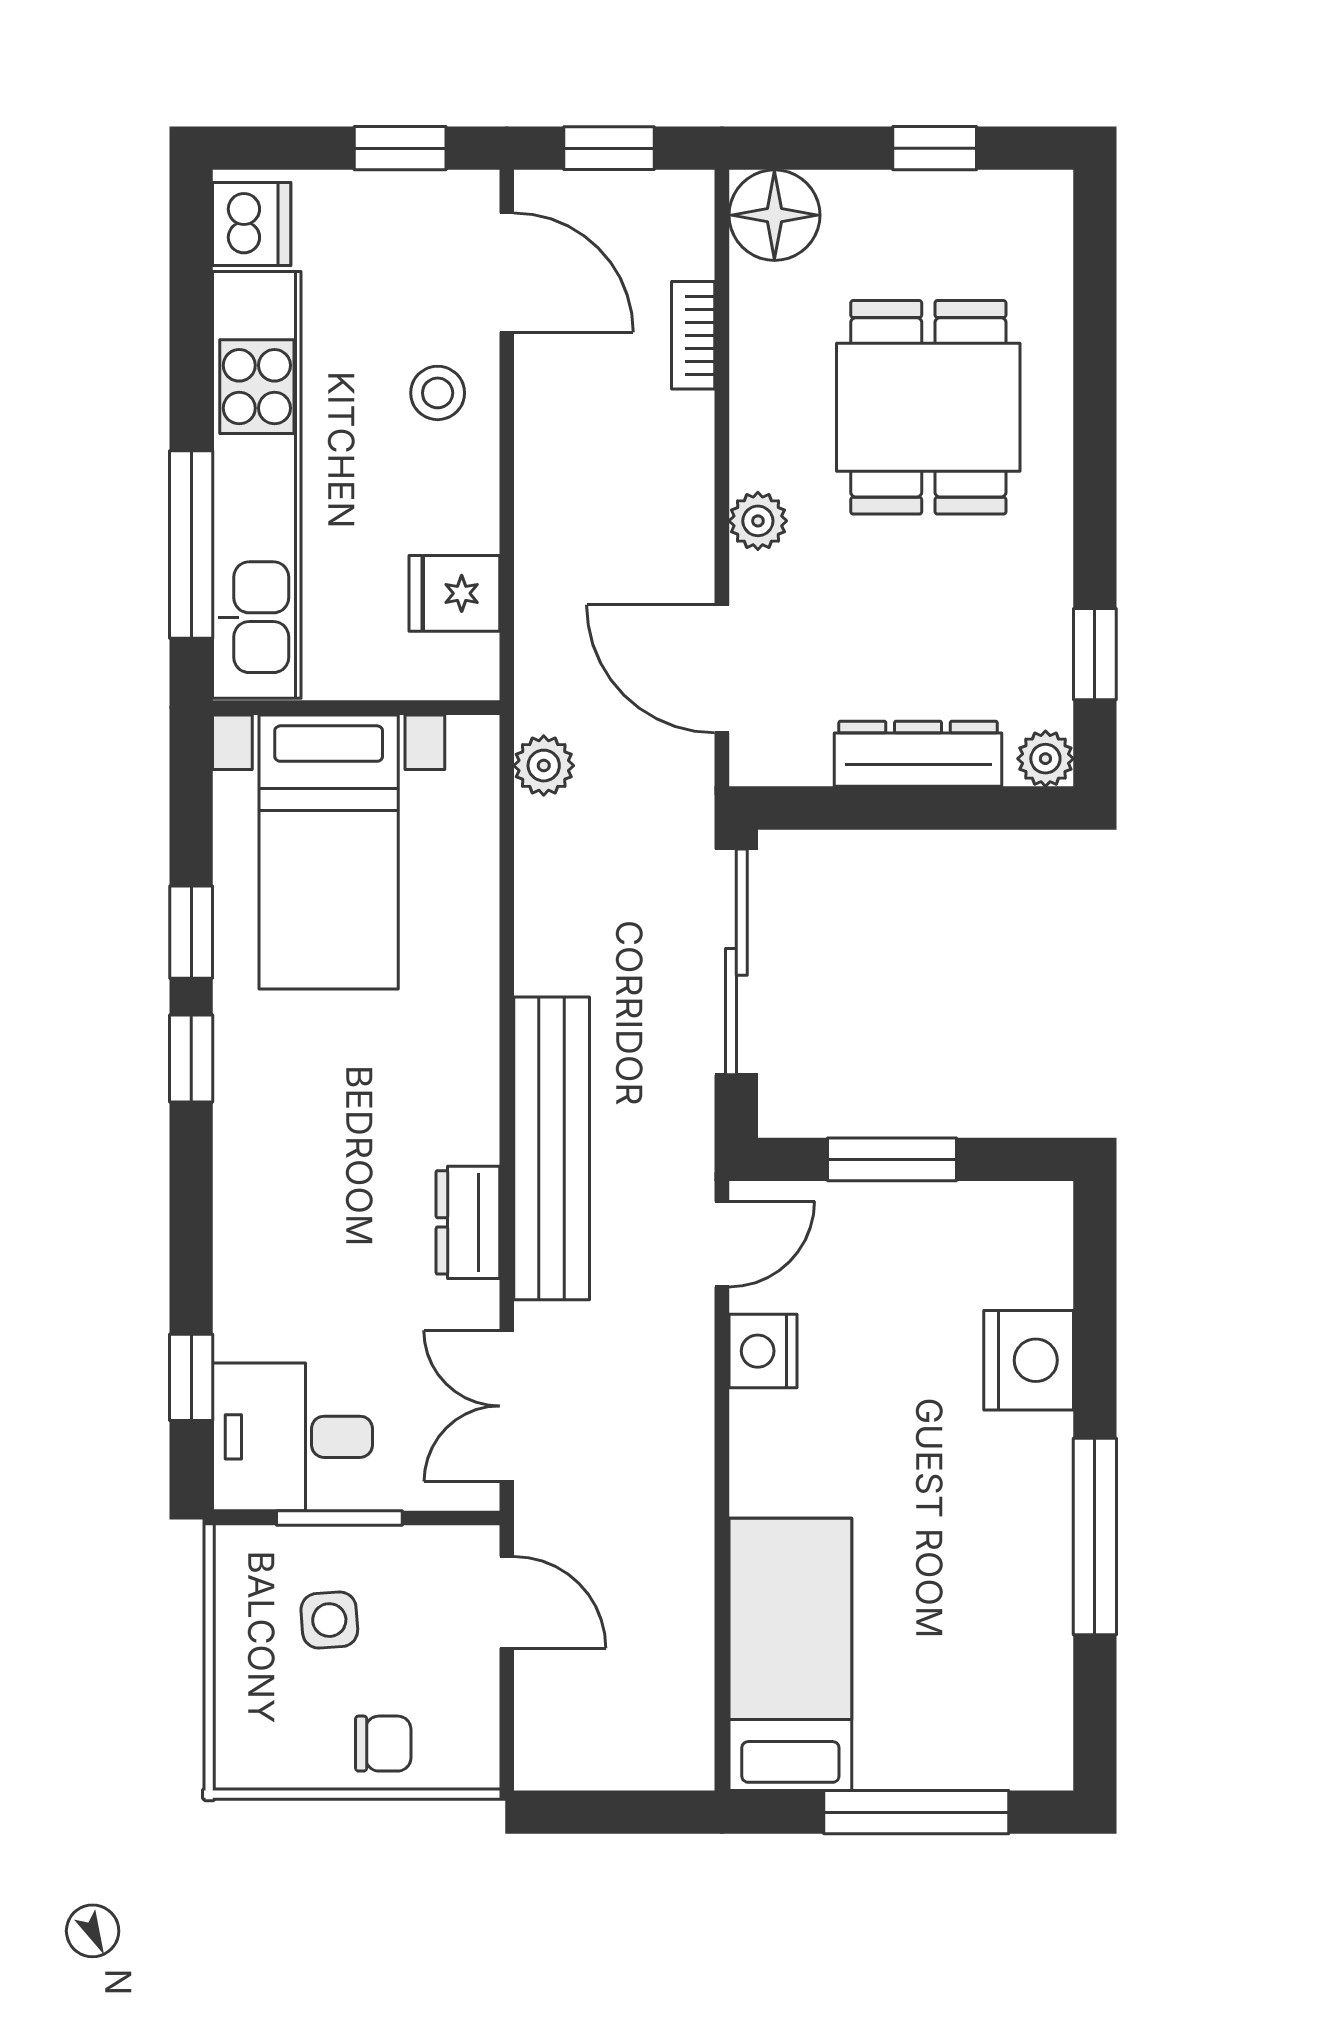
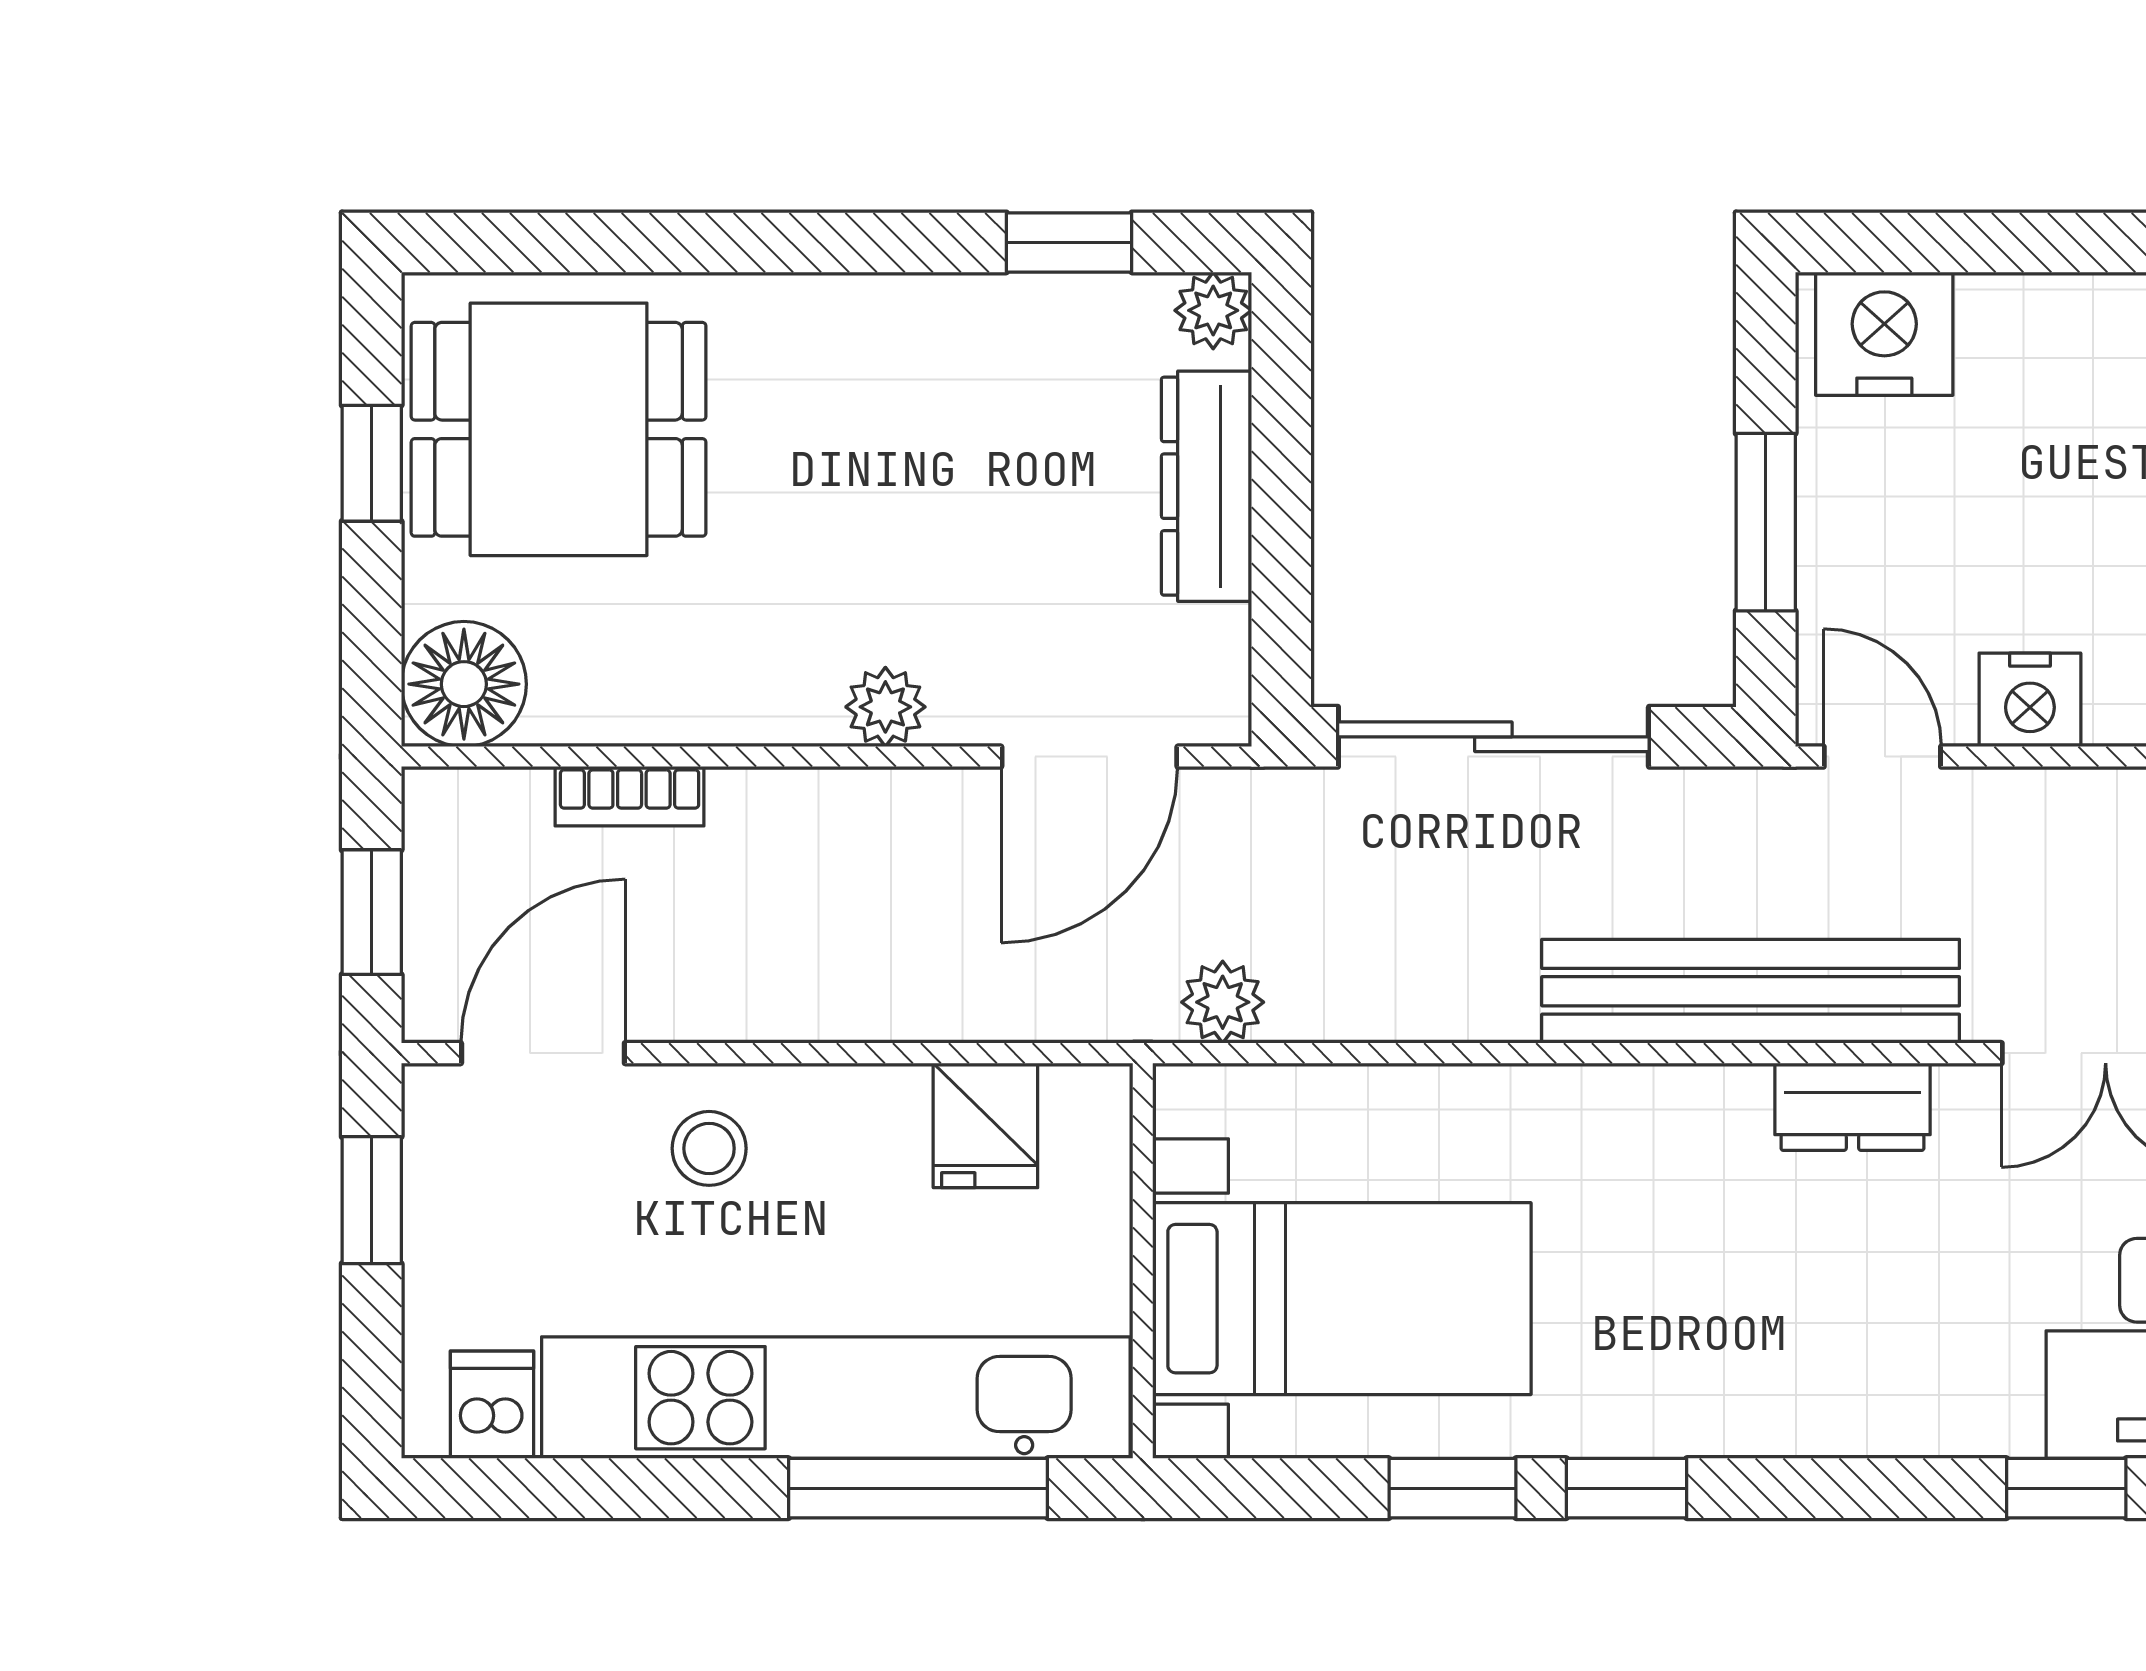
dishwasher: (252, 224) -> (492, 1405), width x0.73
dining table: (928, 407) -> (559, 429), moved
nightstand: (1029, 1360) -> (1884, 334), moved

